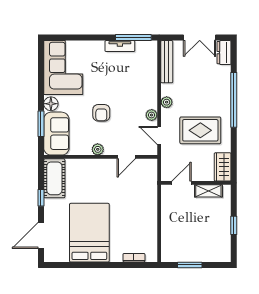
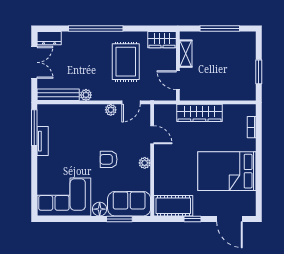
plant: (167, 102) -> (86, 95), moved
armchair: (101, 113) -> (109, 159), turned 180
wardrobe: (148, 205) -> (199, 113), added
window: (234, 225) -> (220, 29), width x2.17

